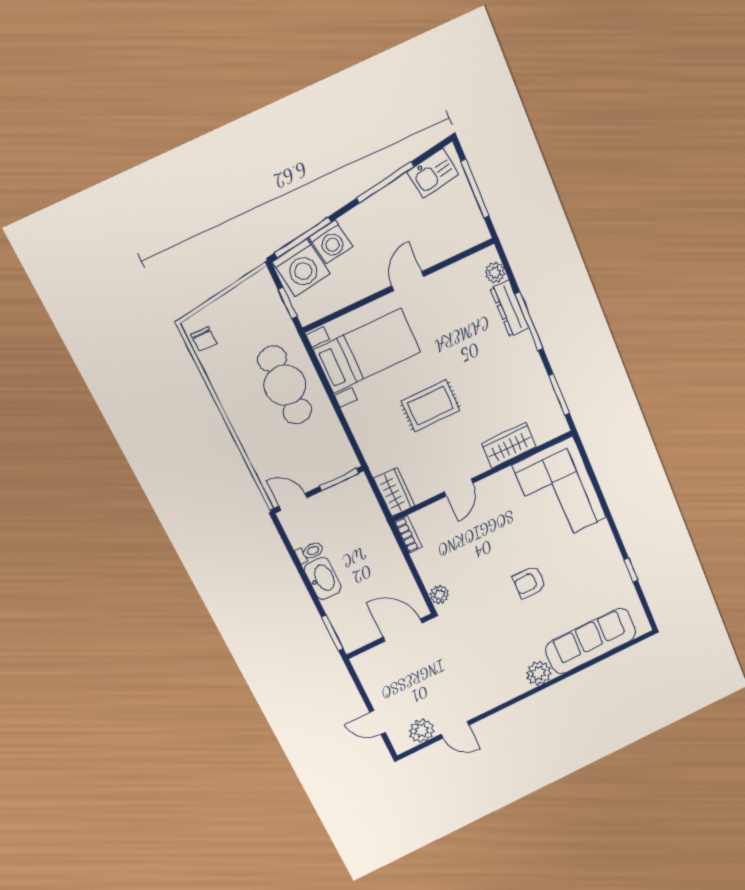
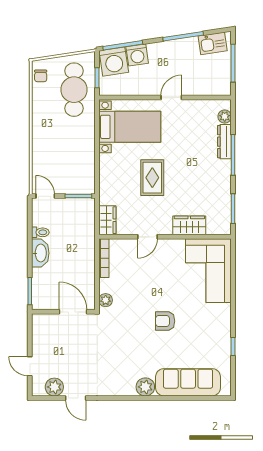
cafe table: (285, 385) -> (74, 90), moved
rug: (430, 406) -> (152, 178), turned 90
bookcase: (408, 534) -> (104, 258), width x1.56

